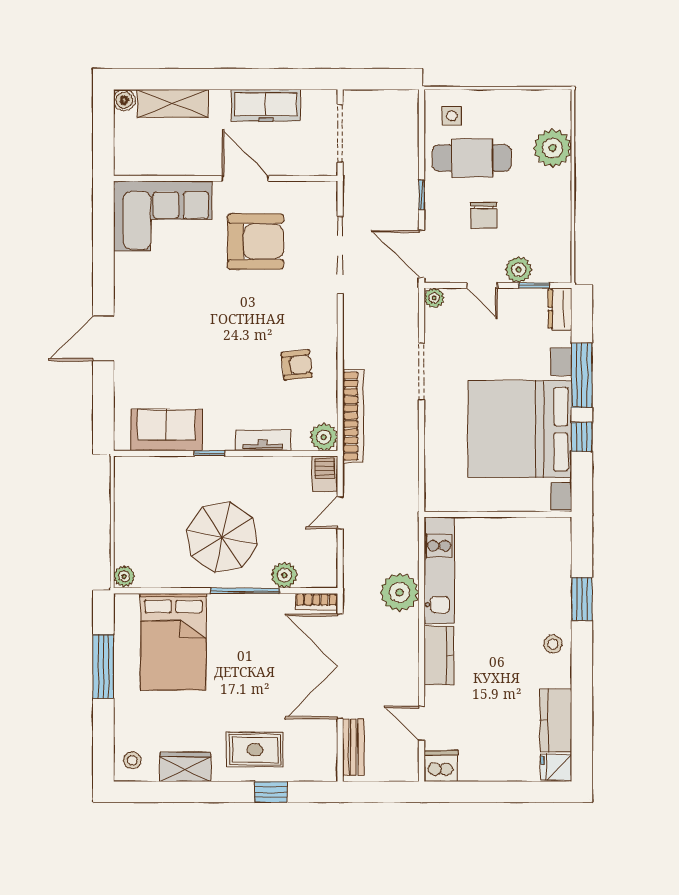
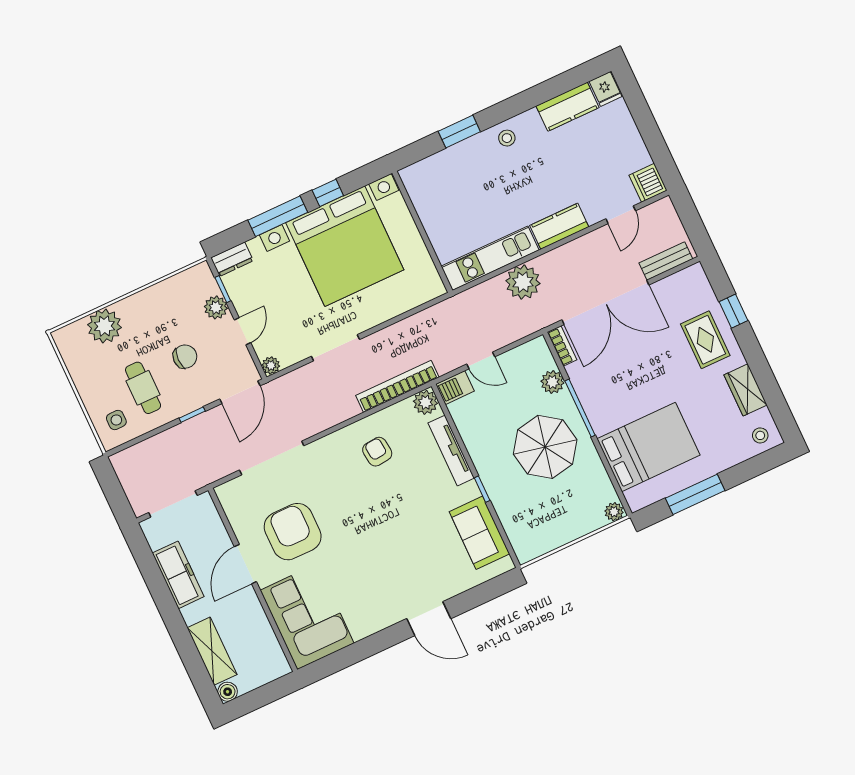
cafe table: (472, 158) -> (143, 388), width x0.73, depth x0.74
tv unit: (263, 440) -> (451, 451), width x1.41

